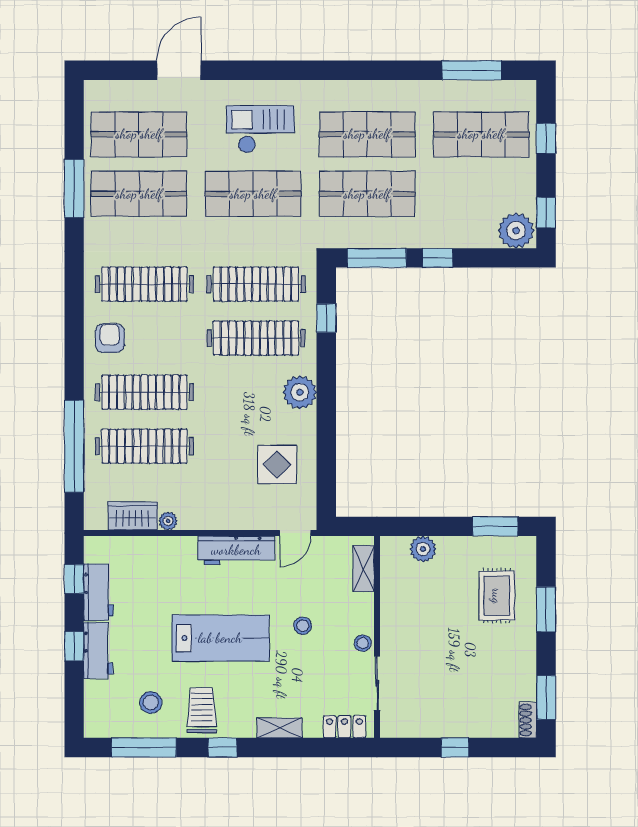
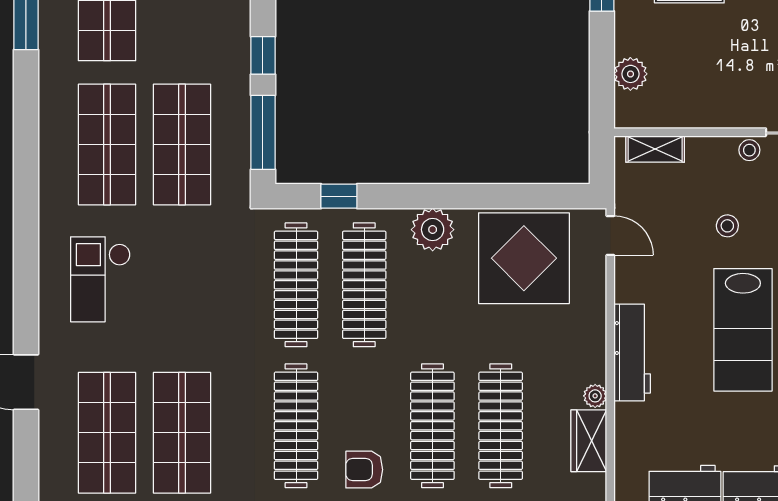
shop shelf: (253, 194) -> (182, 289), removed
display table: (277, 465) -> (524, 258), width x1.86, depth x1.86
workbench: (236, 550) -> (632, 353), moved
lab bench: (220, 638) -> (743, 330), turned 180

